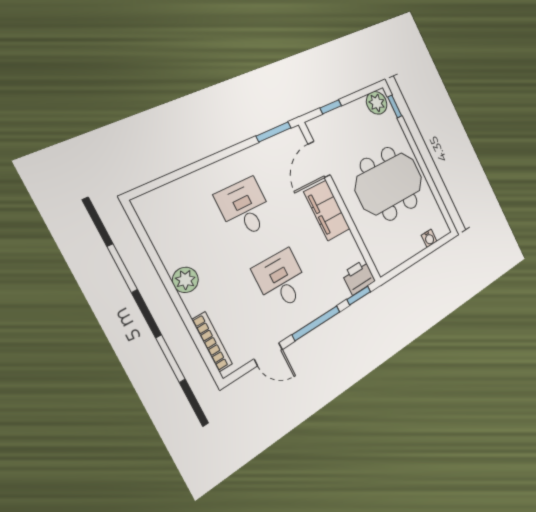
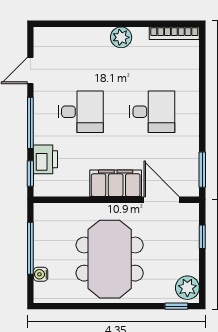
window: (415, 259) -> (30, 248), added
printer: (359, 277) -> (45, 159), moved
bookcase: (212, 342) -> (174, 33), moved

